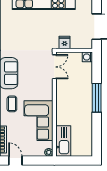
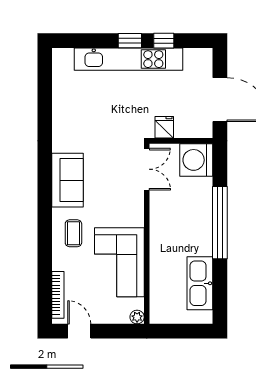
washing machine: (87, 57) -> (196, 160), width x1.89, depth x1.89
window: (97, 98) -> (220, 223), width x1.46
kitchen sink: (63, 141) -> (200, 283), moved, turned 180

